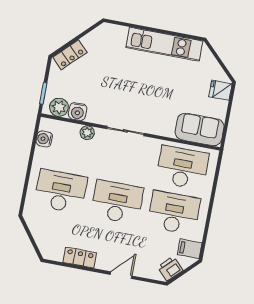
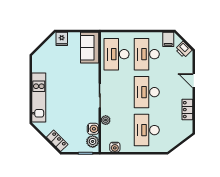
kitchen unit: (164, 44) -> (39, 98), moved

